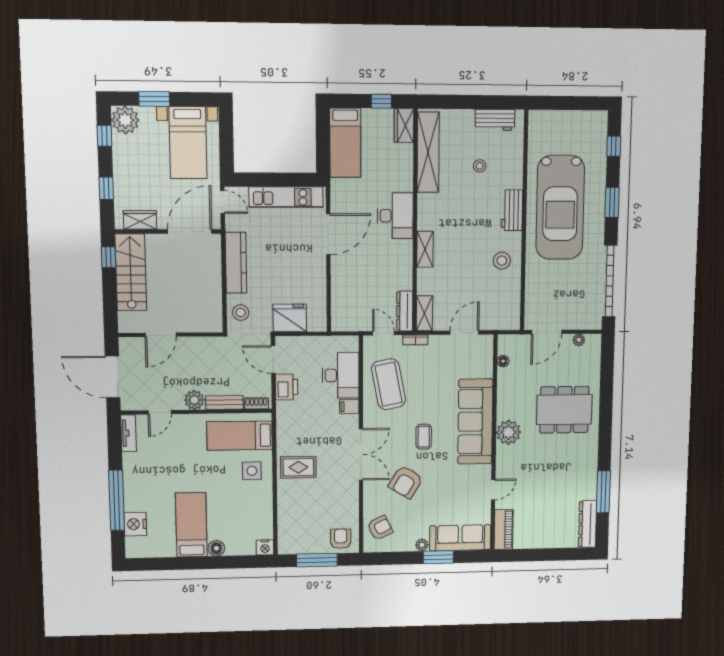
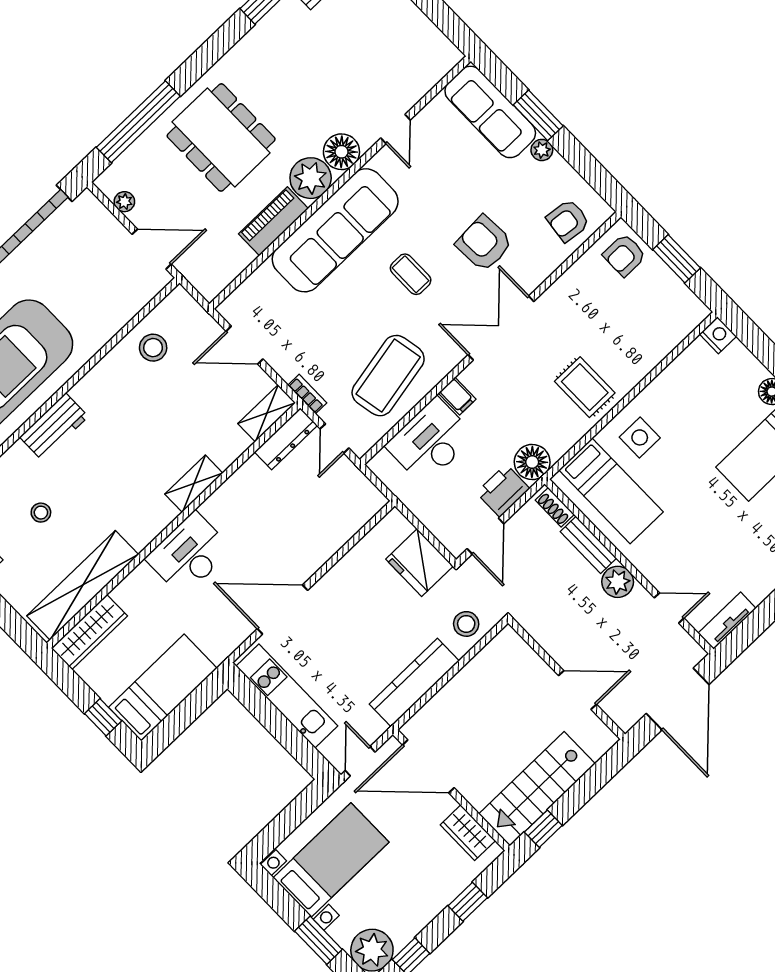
window: (381, 101) -> (103, 717), moved
wardrobe: (404, 126) -> (89, 632), width x1.50
stool: (502, 261) -> (153, 348), moved
floor lamp: (503, 361) -> (341, 152), moved, width x1.89, depth x1.89
window: (607, 380) -> (138, 122), added
floor lamp: (287, 412) -> (532, 462), added
coffee table: (424, 437) -> (411, 274), turned 90
armchair: (406, 482) -> (484, 243), turned -124
door: (493, 490) -> (395, 129), swing flipped
armchair: (380, 528) -> (568, 221), turned -57
piano: (504, 529) -> (273, 221), moved
window: (317, 560) -> (677, 259), width x0.69

